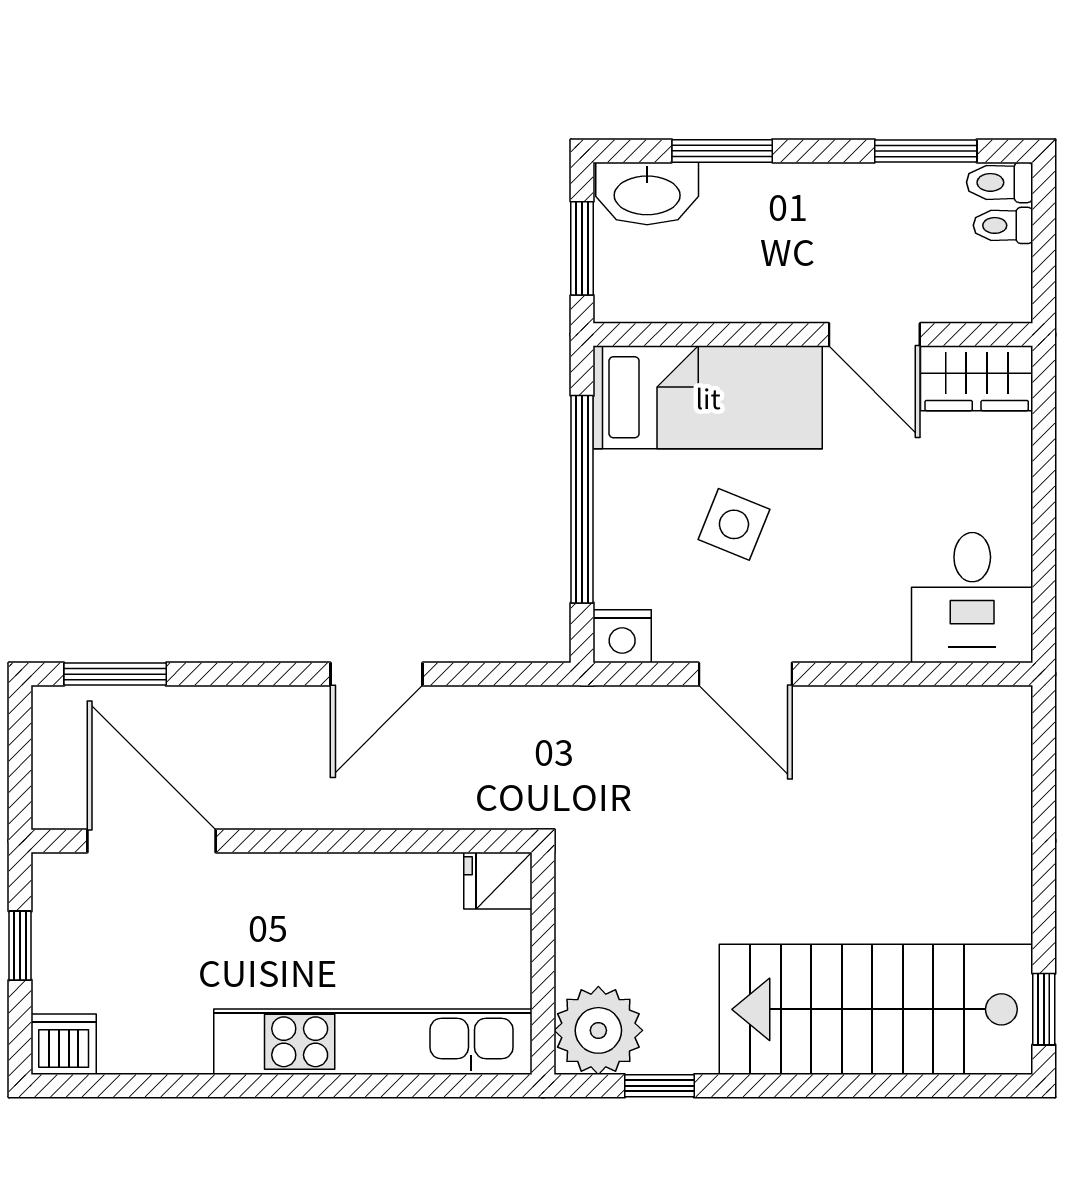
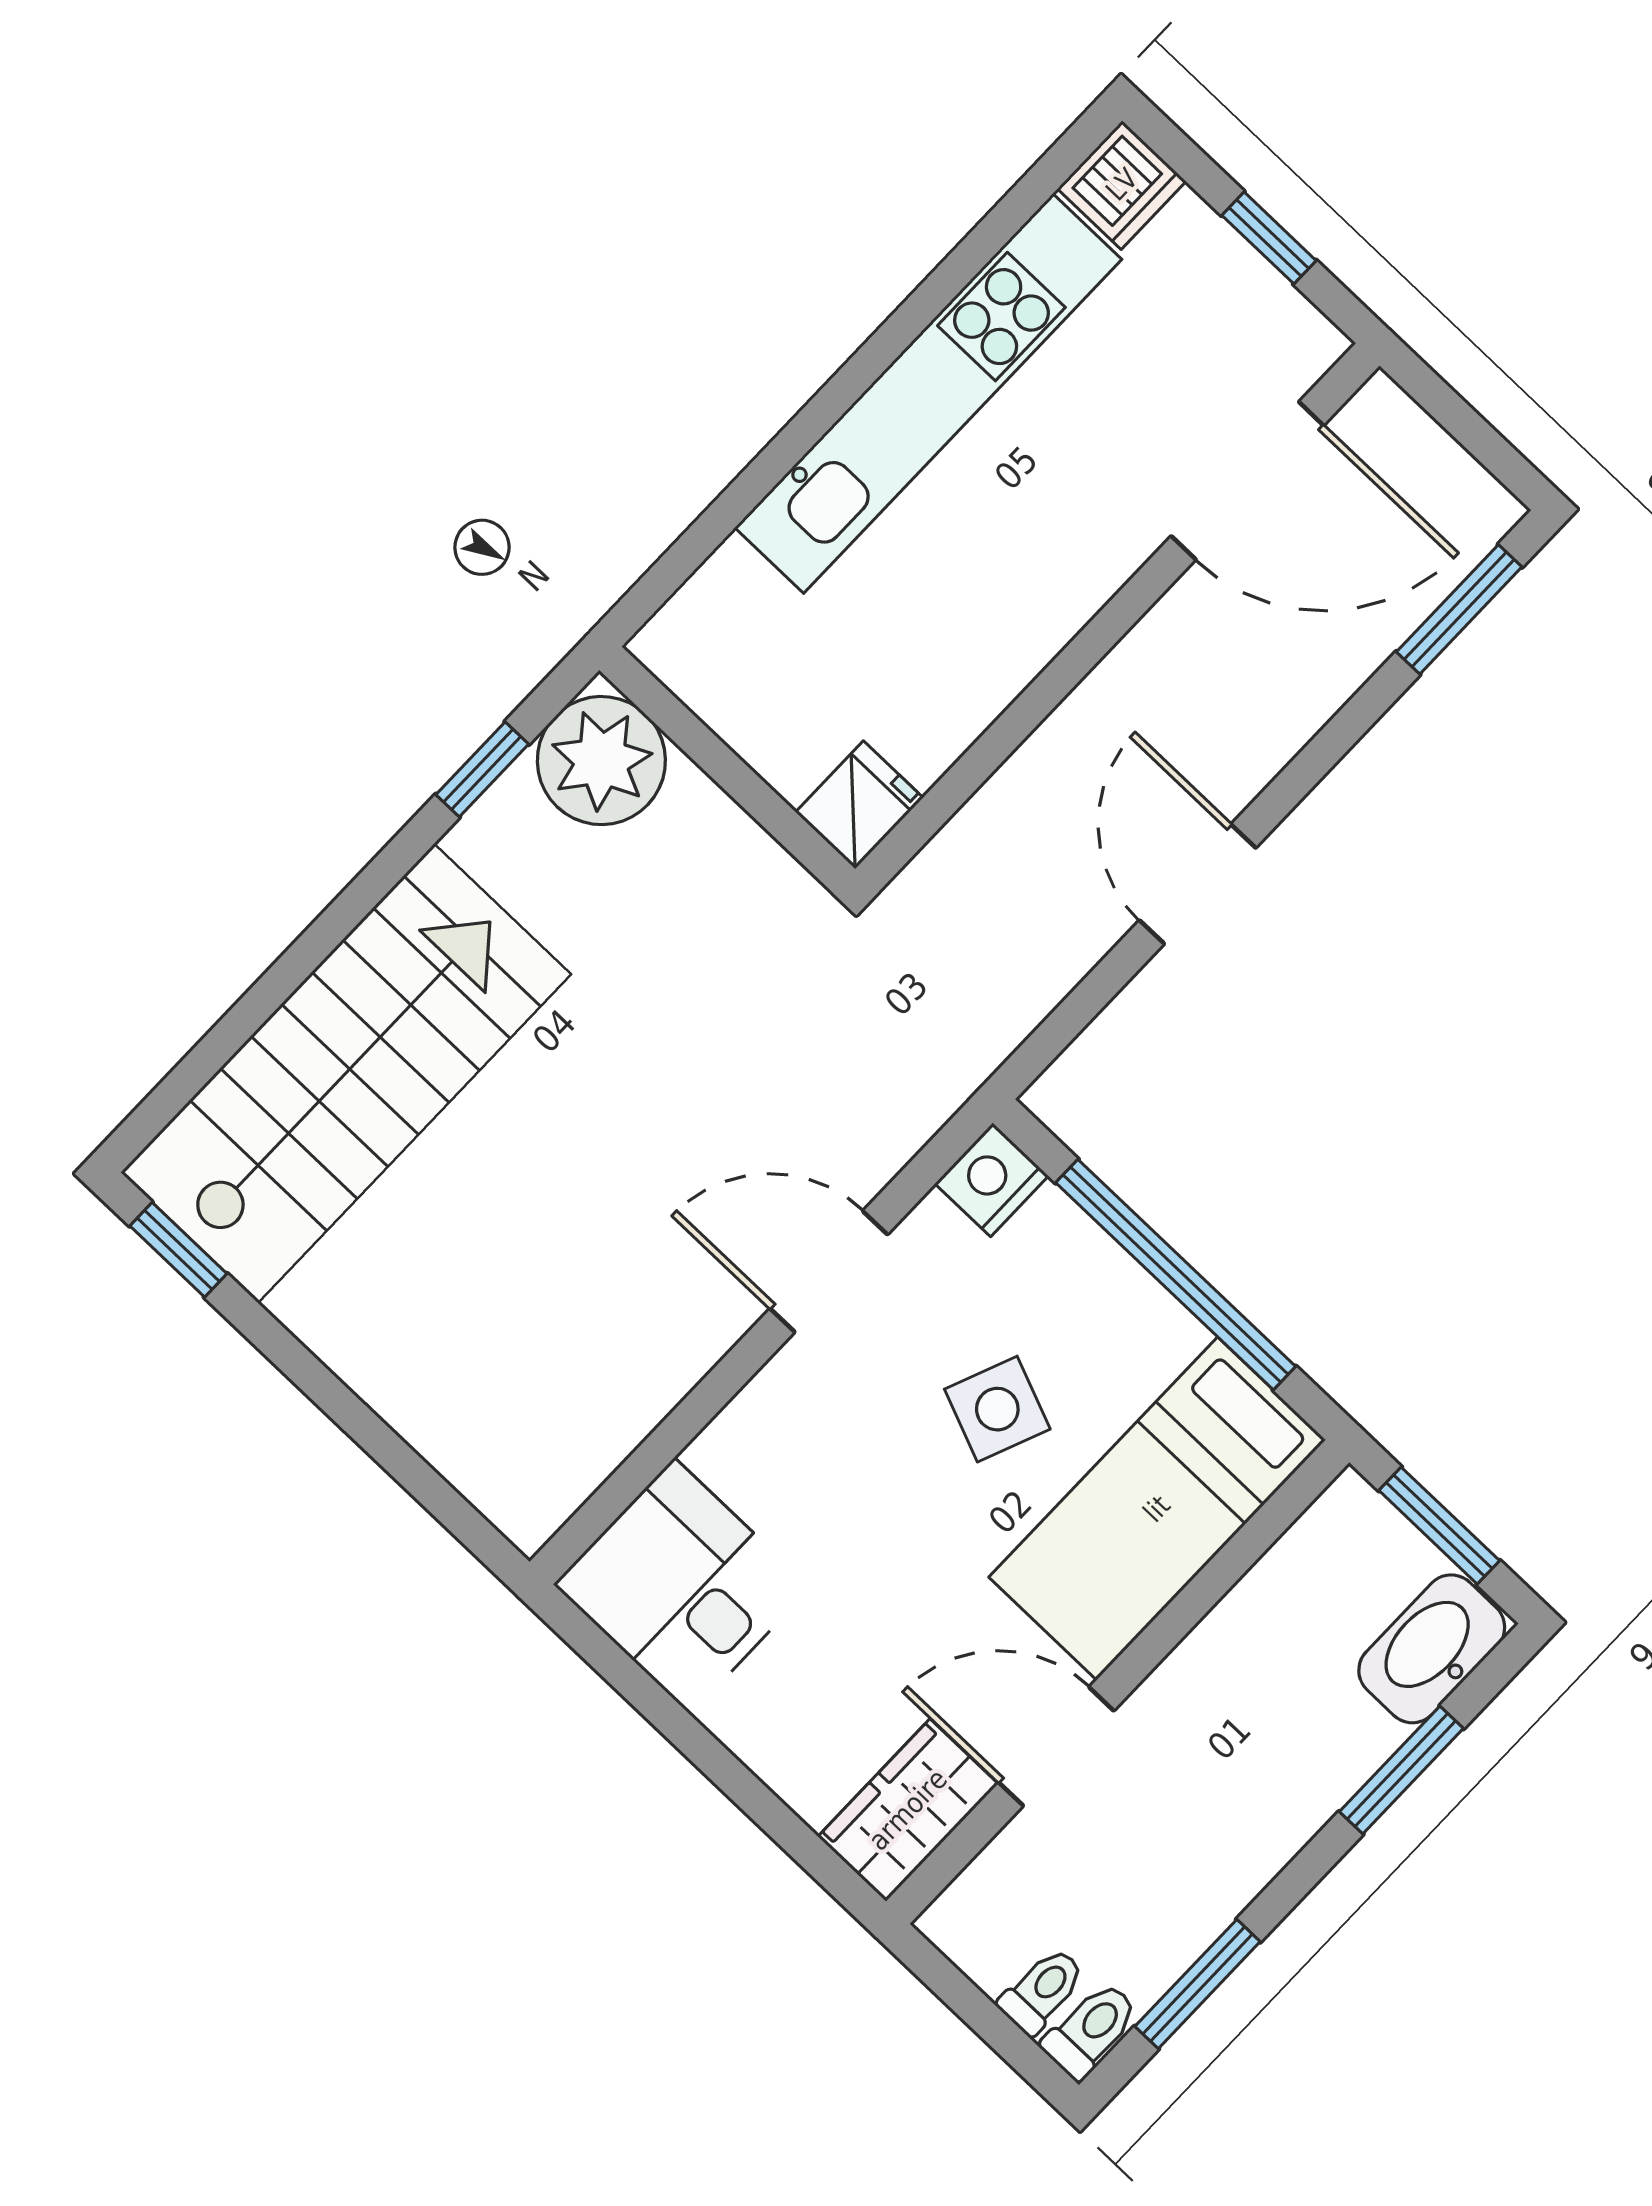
kitchen unit: (373, 1042) -> (928, 393), moved

